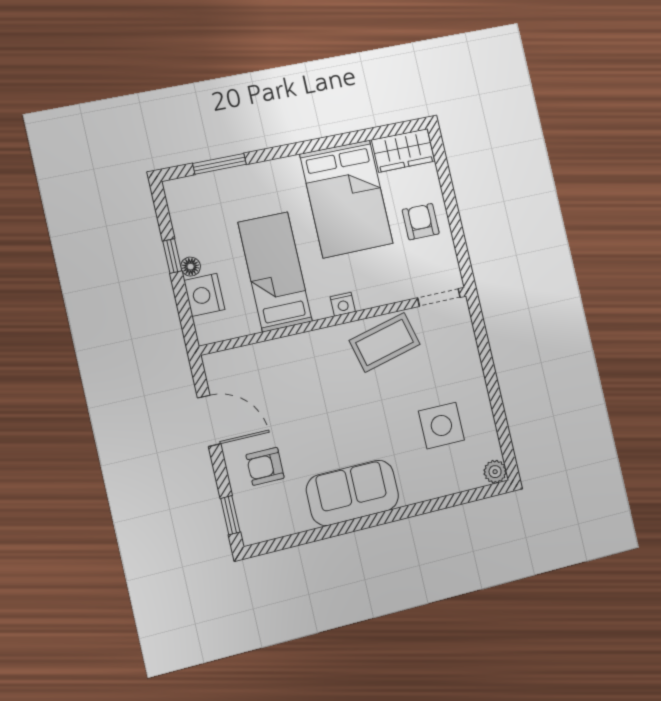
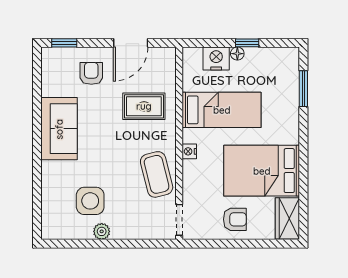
rug: (295, 381) -> (144, 106), added
plant: (495, 472) -> (102, 231), moved

